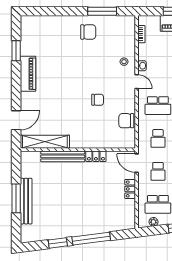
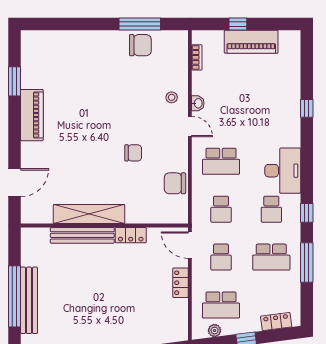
chair: (88, 32) -> (140, 45), moved
shelving: (45, 142) -> (89, 214), moved
window: (16, 198) -> (15, 296), width x1.46

